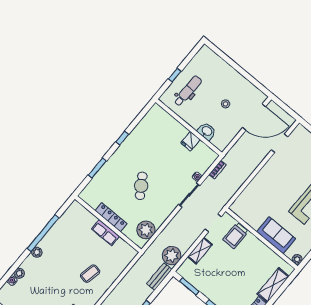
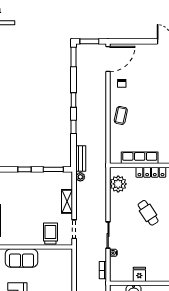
row of seats: (106, 233) -> (140, 158), width x1.48
plant: (172, 256) -> (80, 177), width x0.53, depth x0.53
coffee table: (90, 274) -> (121, 115), moved

